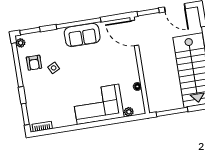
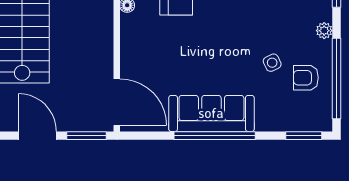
sofa: (82, 35) -> (211, 113), width x1.36
plant: (21, 43) -> (324, 31), moved
armchair: (34, 63) -> (306, 78), turned -90

